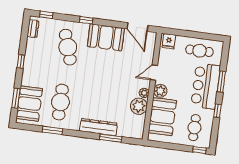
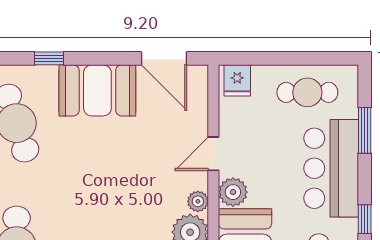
window: (221, 82) -> (365, 130), moved

